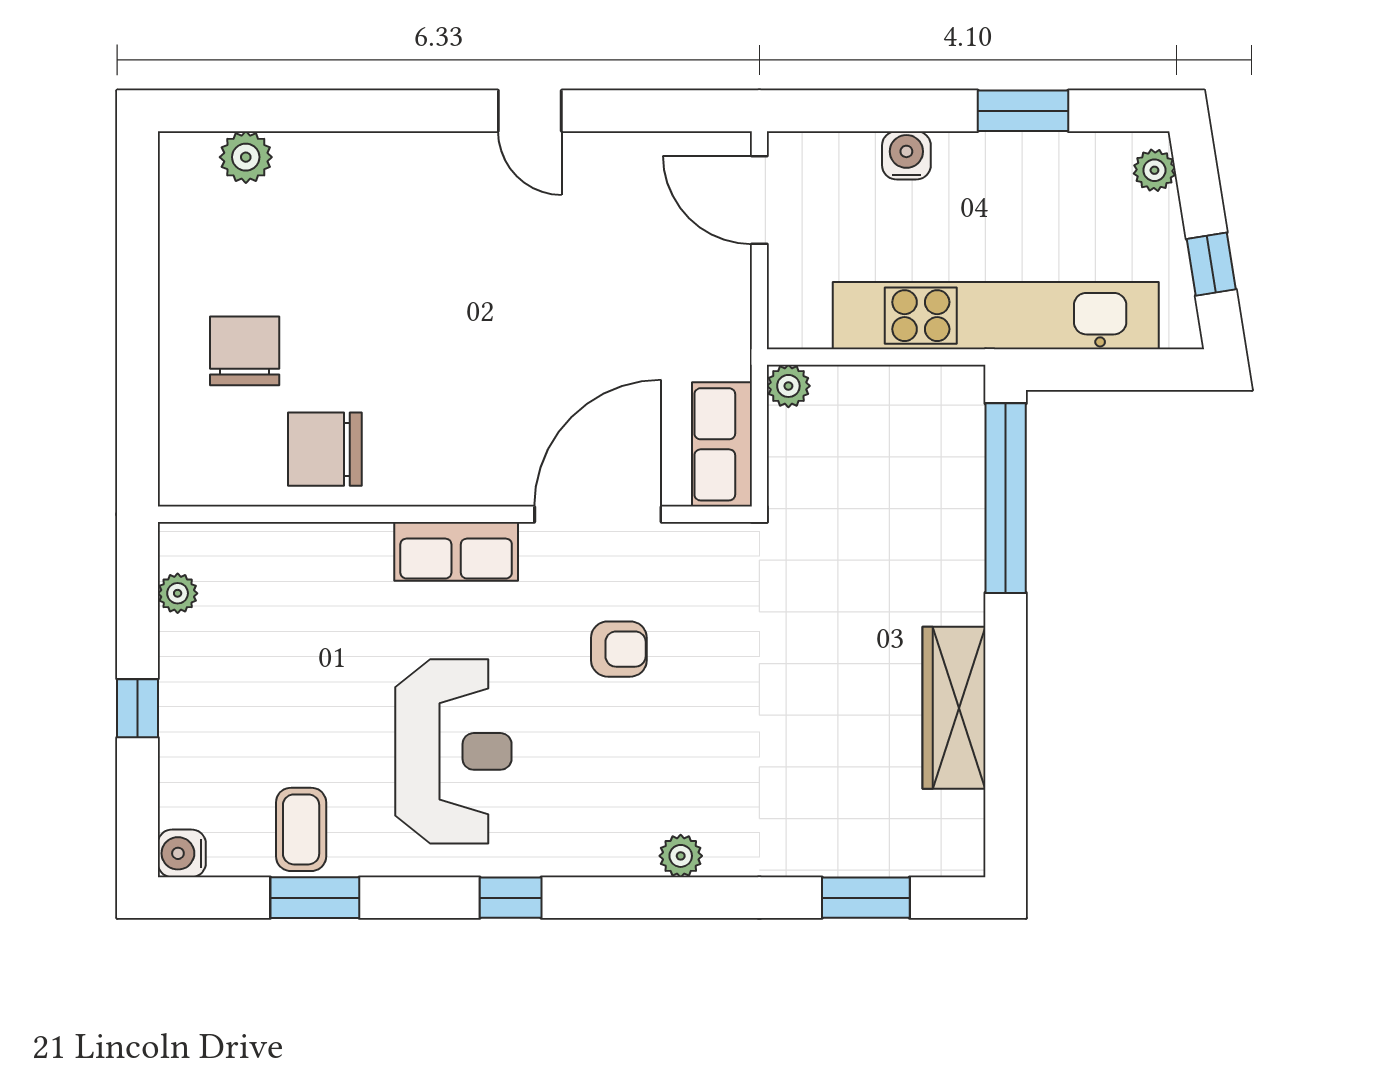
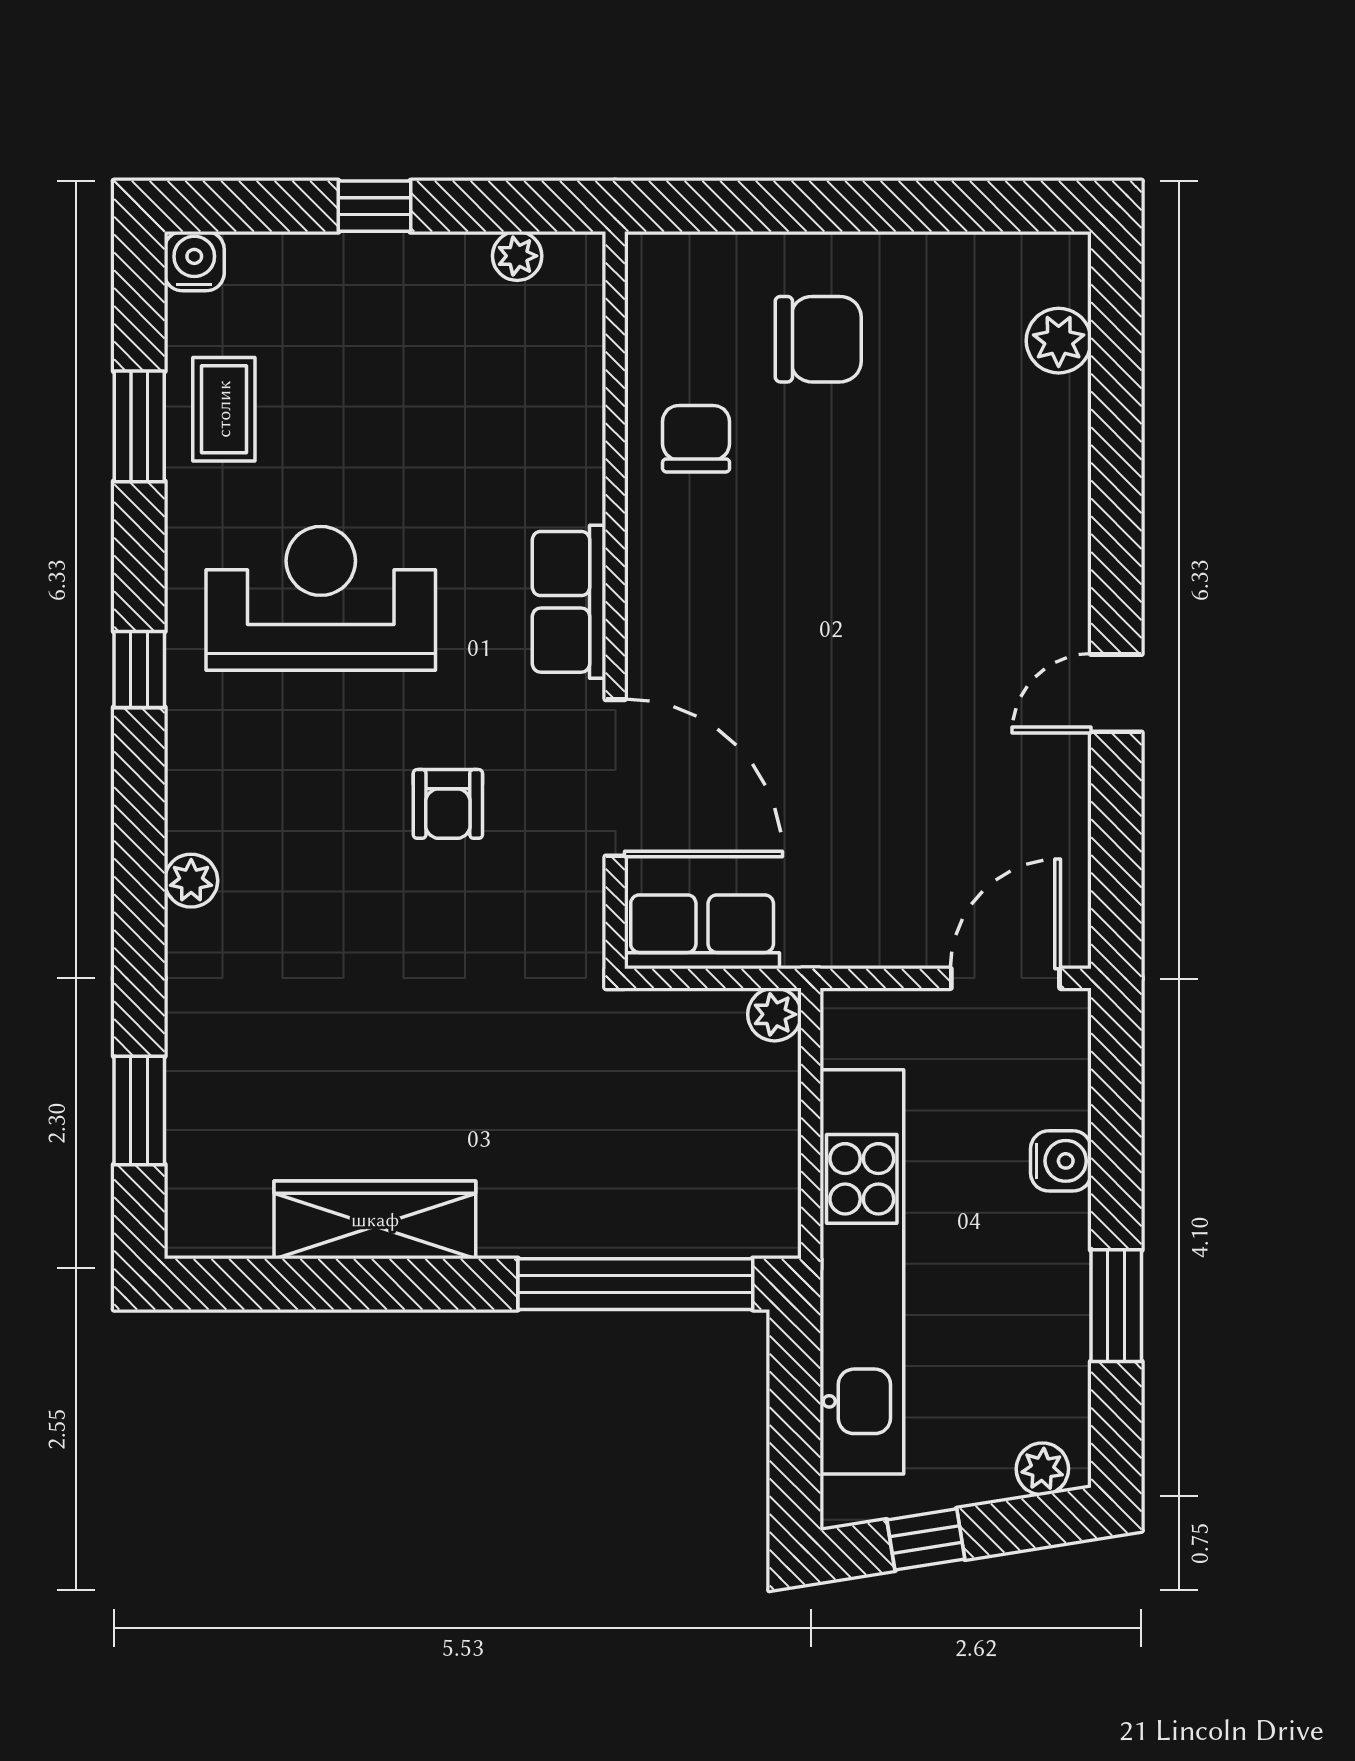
chair: (325, 449) -> (696, 439), width x0.73, depth x0.73
reception desk: (453, 751) -> (321, 598), turned 180
coffee table: (301, 829) -> (224, 409), turned 90

